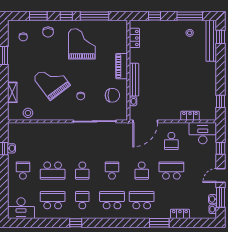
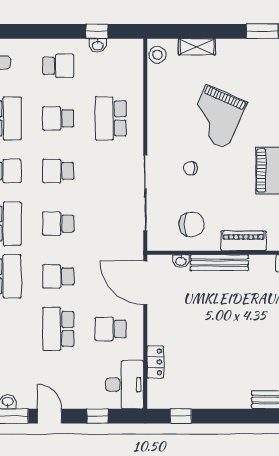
grand piano: (52, 81) -> (216, 117), turned 151
chair: (112, 95) -> (192, 224), turned -90
stool: (28, 113) -> (157, 55), moved
school desk: (53, 141) -> (111, 118), added
school desk: (53, 171) -> (58, 118), width x0.54
school desk: (112, 171) -> (58, 224), turned 180
school desk: (171, 171) -> (58, 329), turned 180

